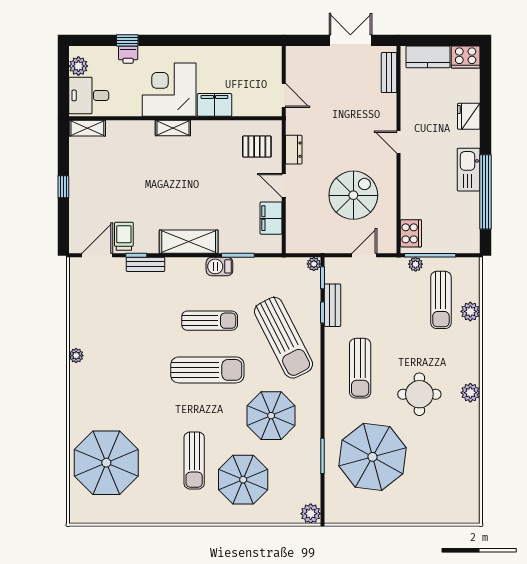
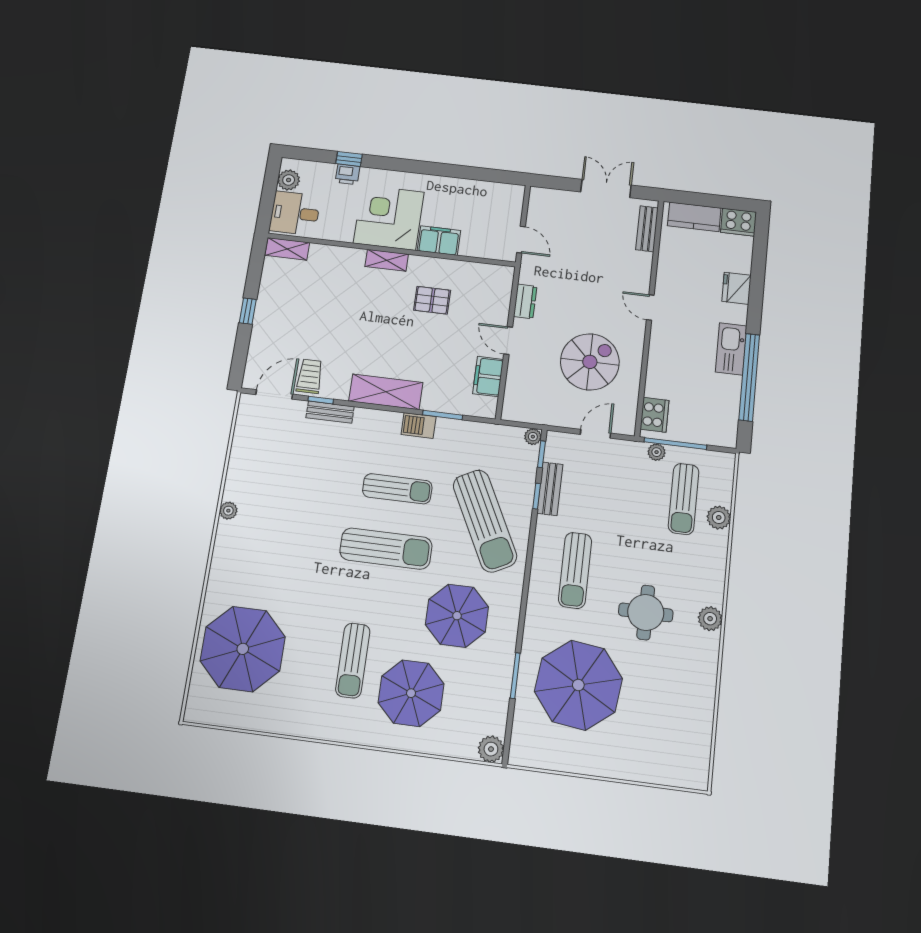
pallet: (257, 147) -> (432, 300), moved

